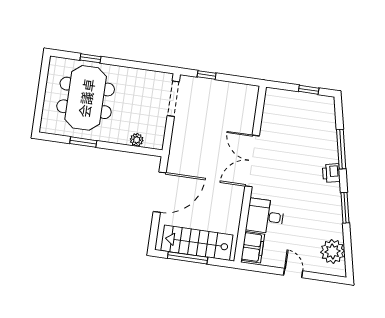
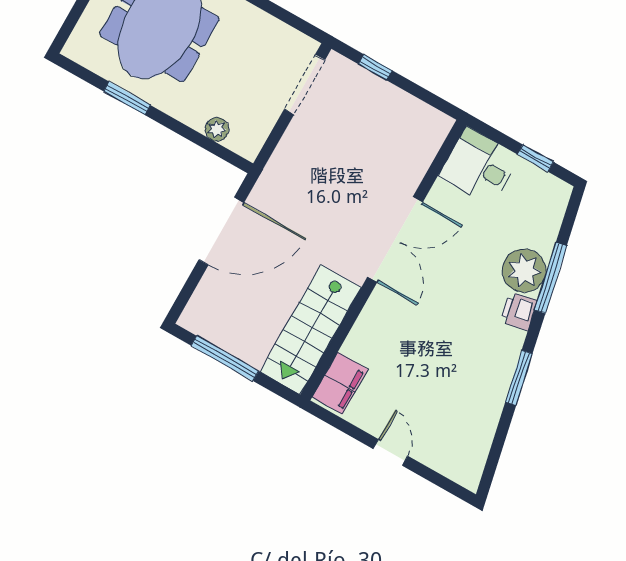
double door: (252, 161) -> (395, 240), swing flipped
desk: (265, 216) -> (479, 166), moved
stairs: (197, 243) -> (311, 330), moved, turned -90
plant: (332, 251) -> (524, 271), moved

